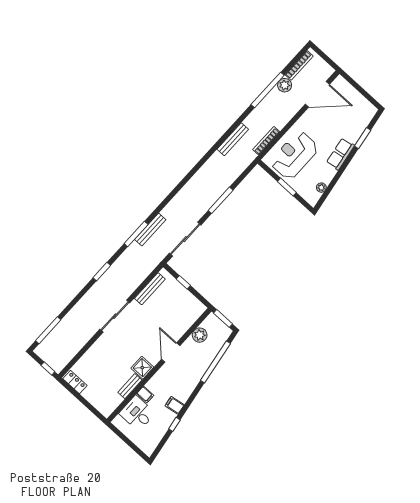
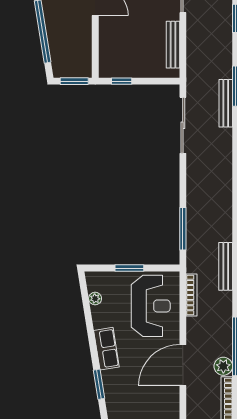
door: (317, 94) -> (183, 365), moved
window: (221, 200) -> (183, 229), moved
window: (183, 282) -> (122, 81), moved
plant: (200, 335) -> (82, 44), removed

